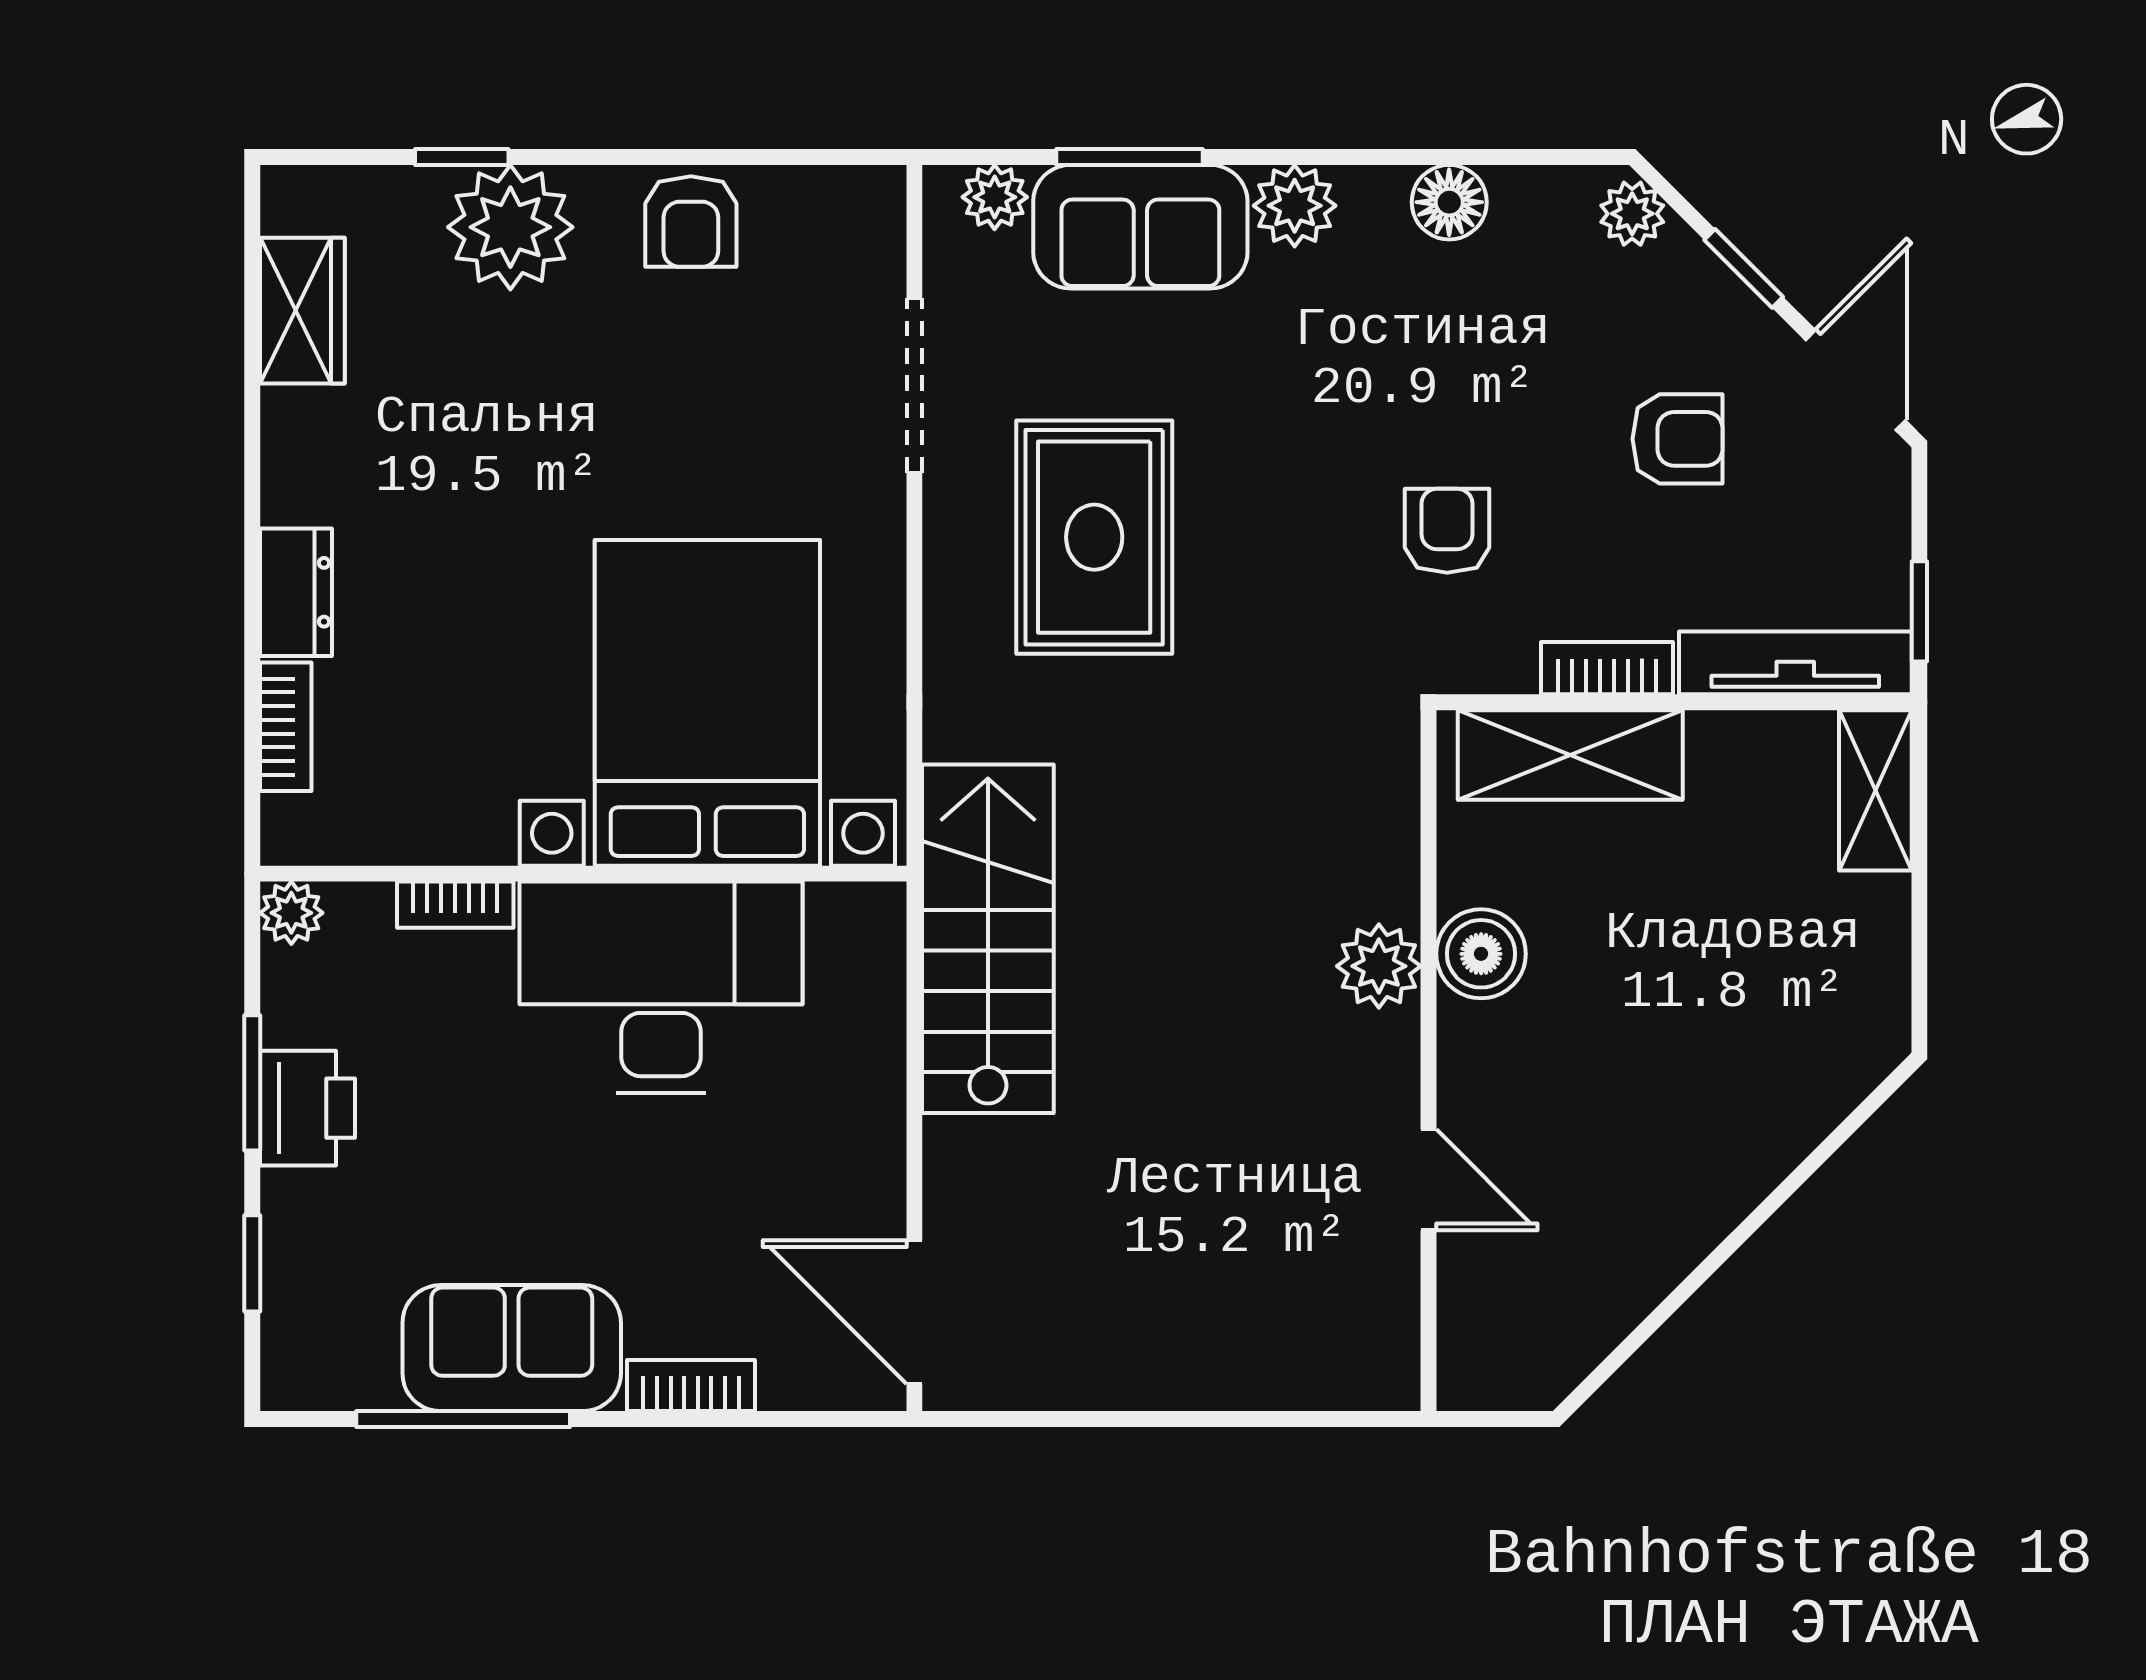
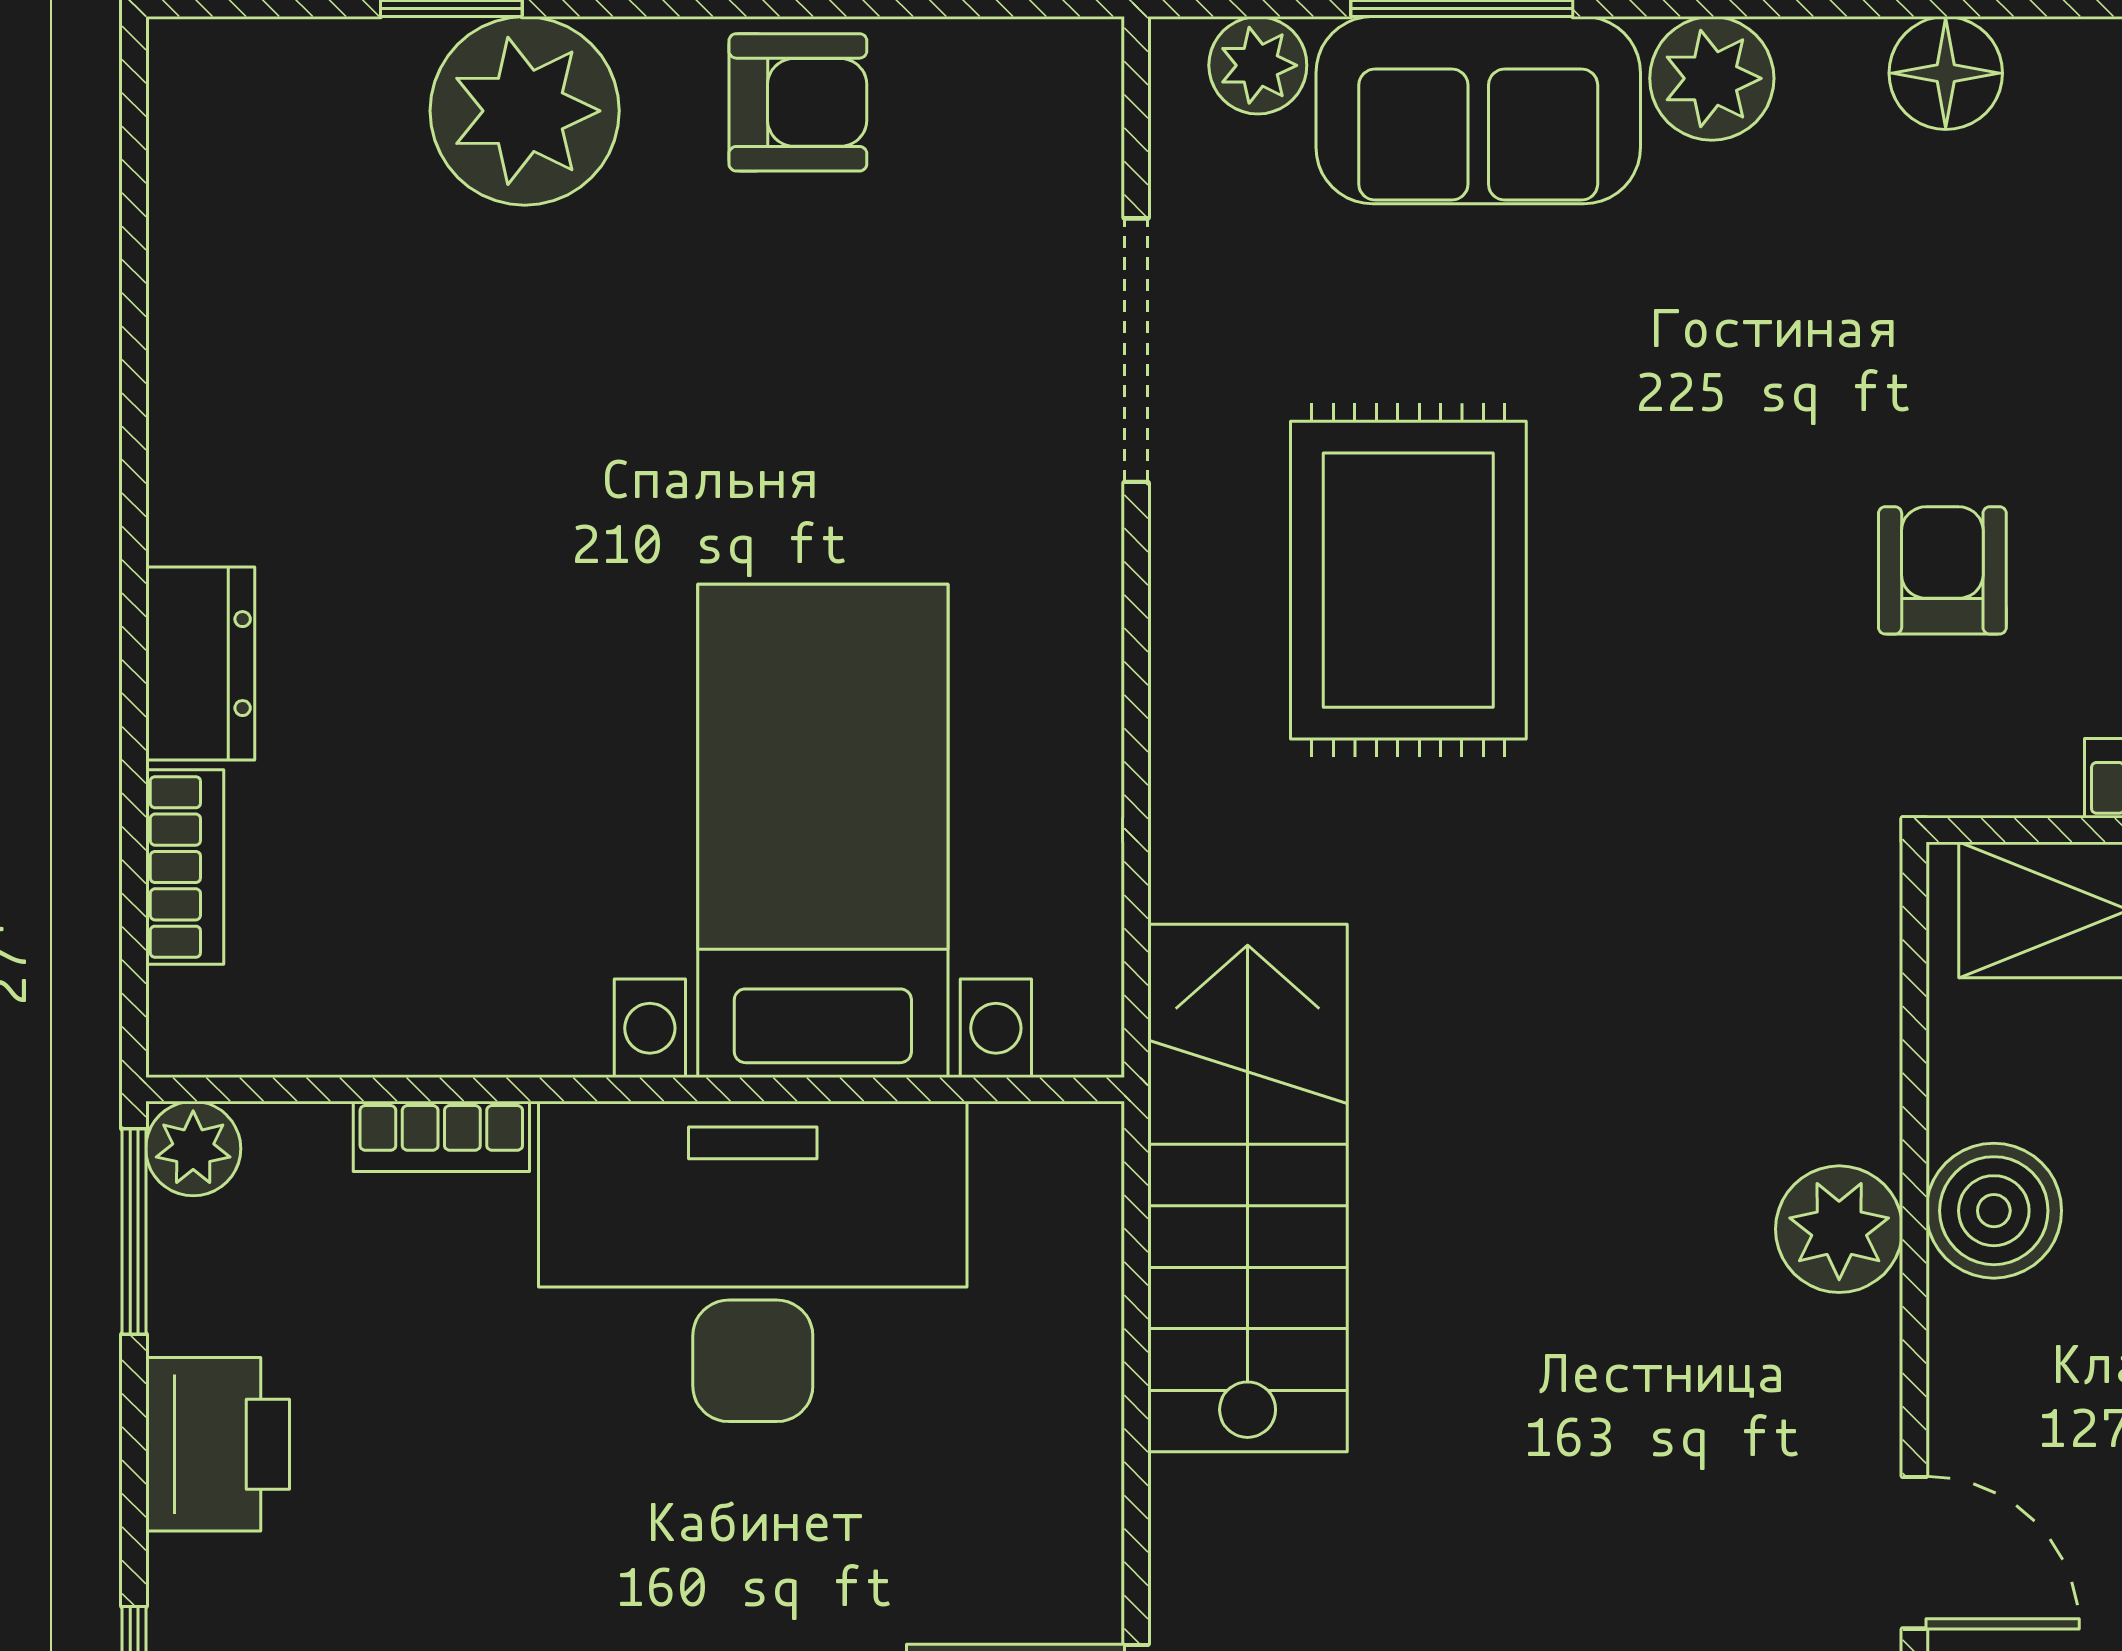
armchair: (691, 222) -> (798, 102), turned -90
wardrobe: (302, 311) -> (210, 237), removed
bed with nightstands: (707, 703) -> (823, 831), width x0.73
window: (252, 1083) -> (134, 1231), moved

